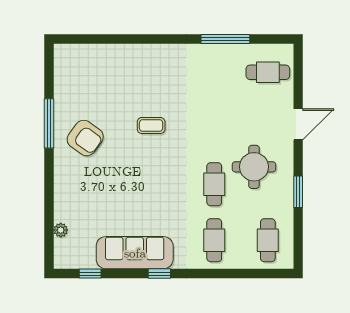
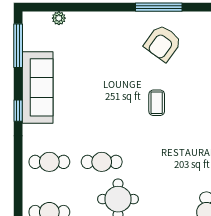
armchair: (85, 138) -> (163, 43), moved
window: (90, 274) -> (18, 46), width x2.17

